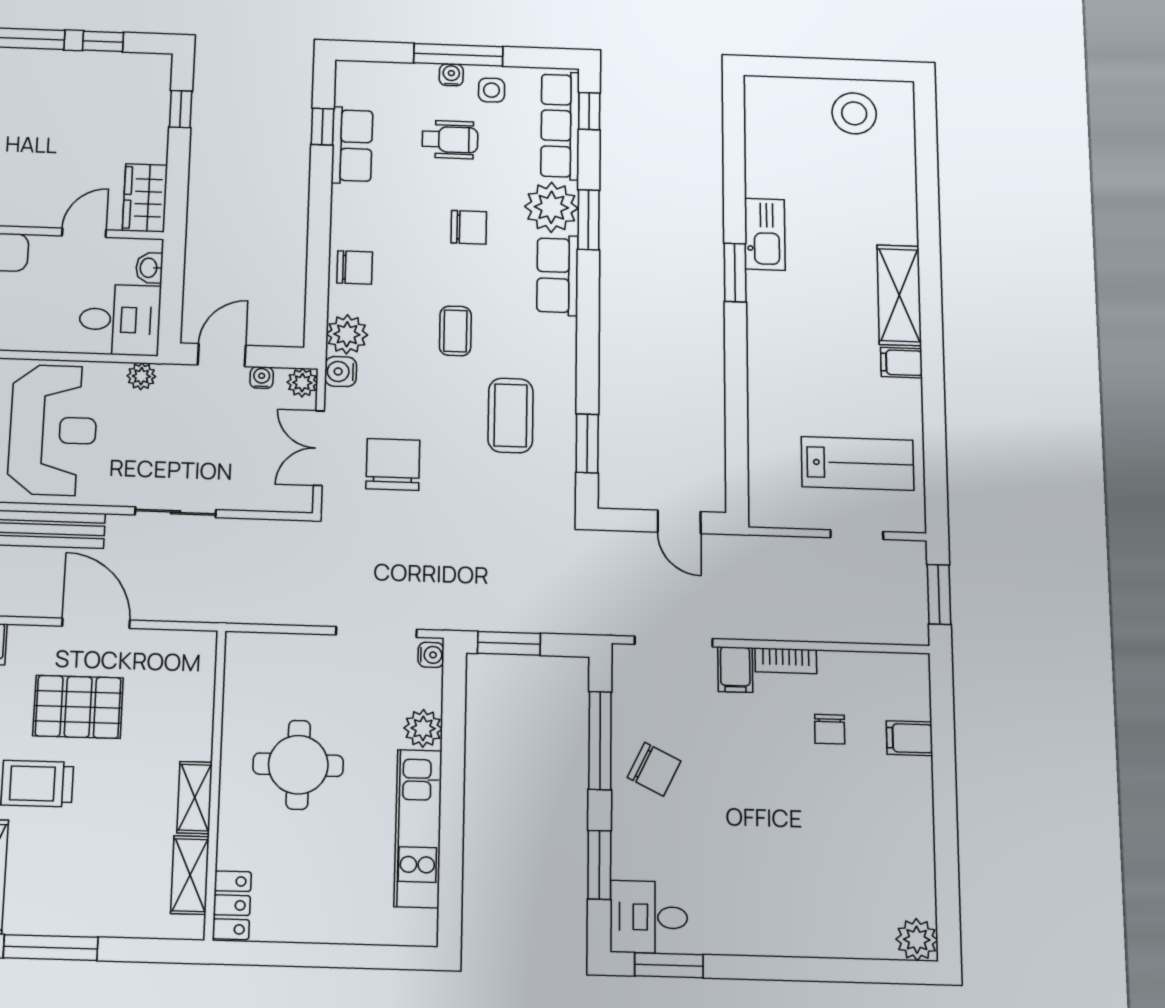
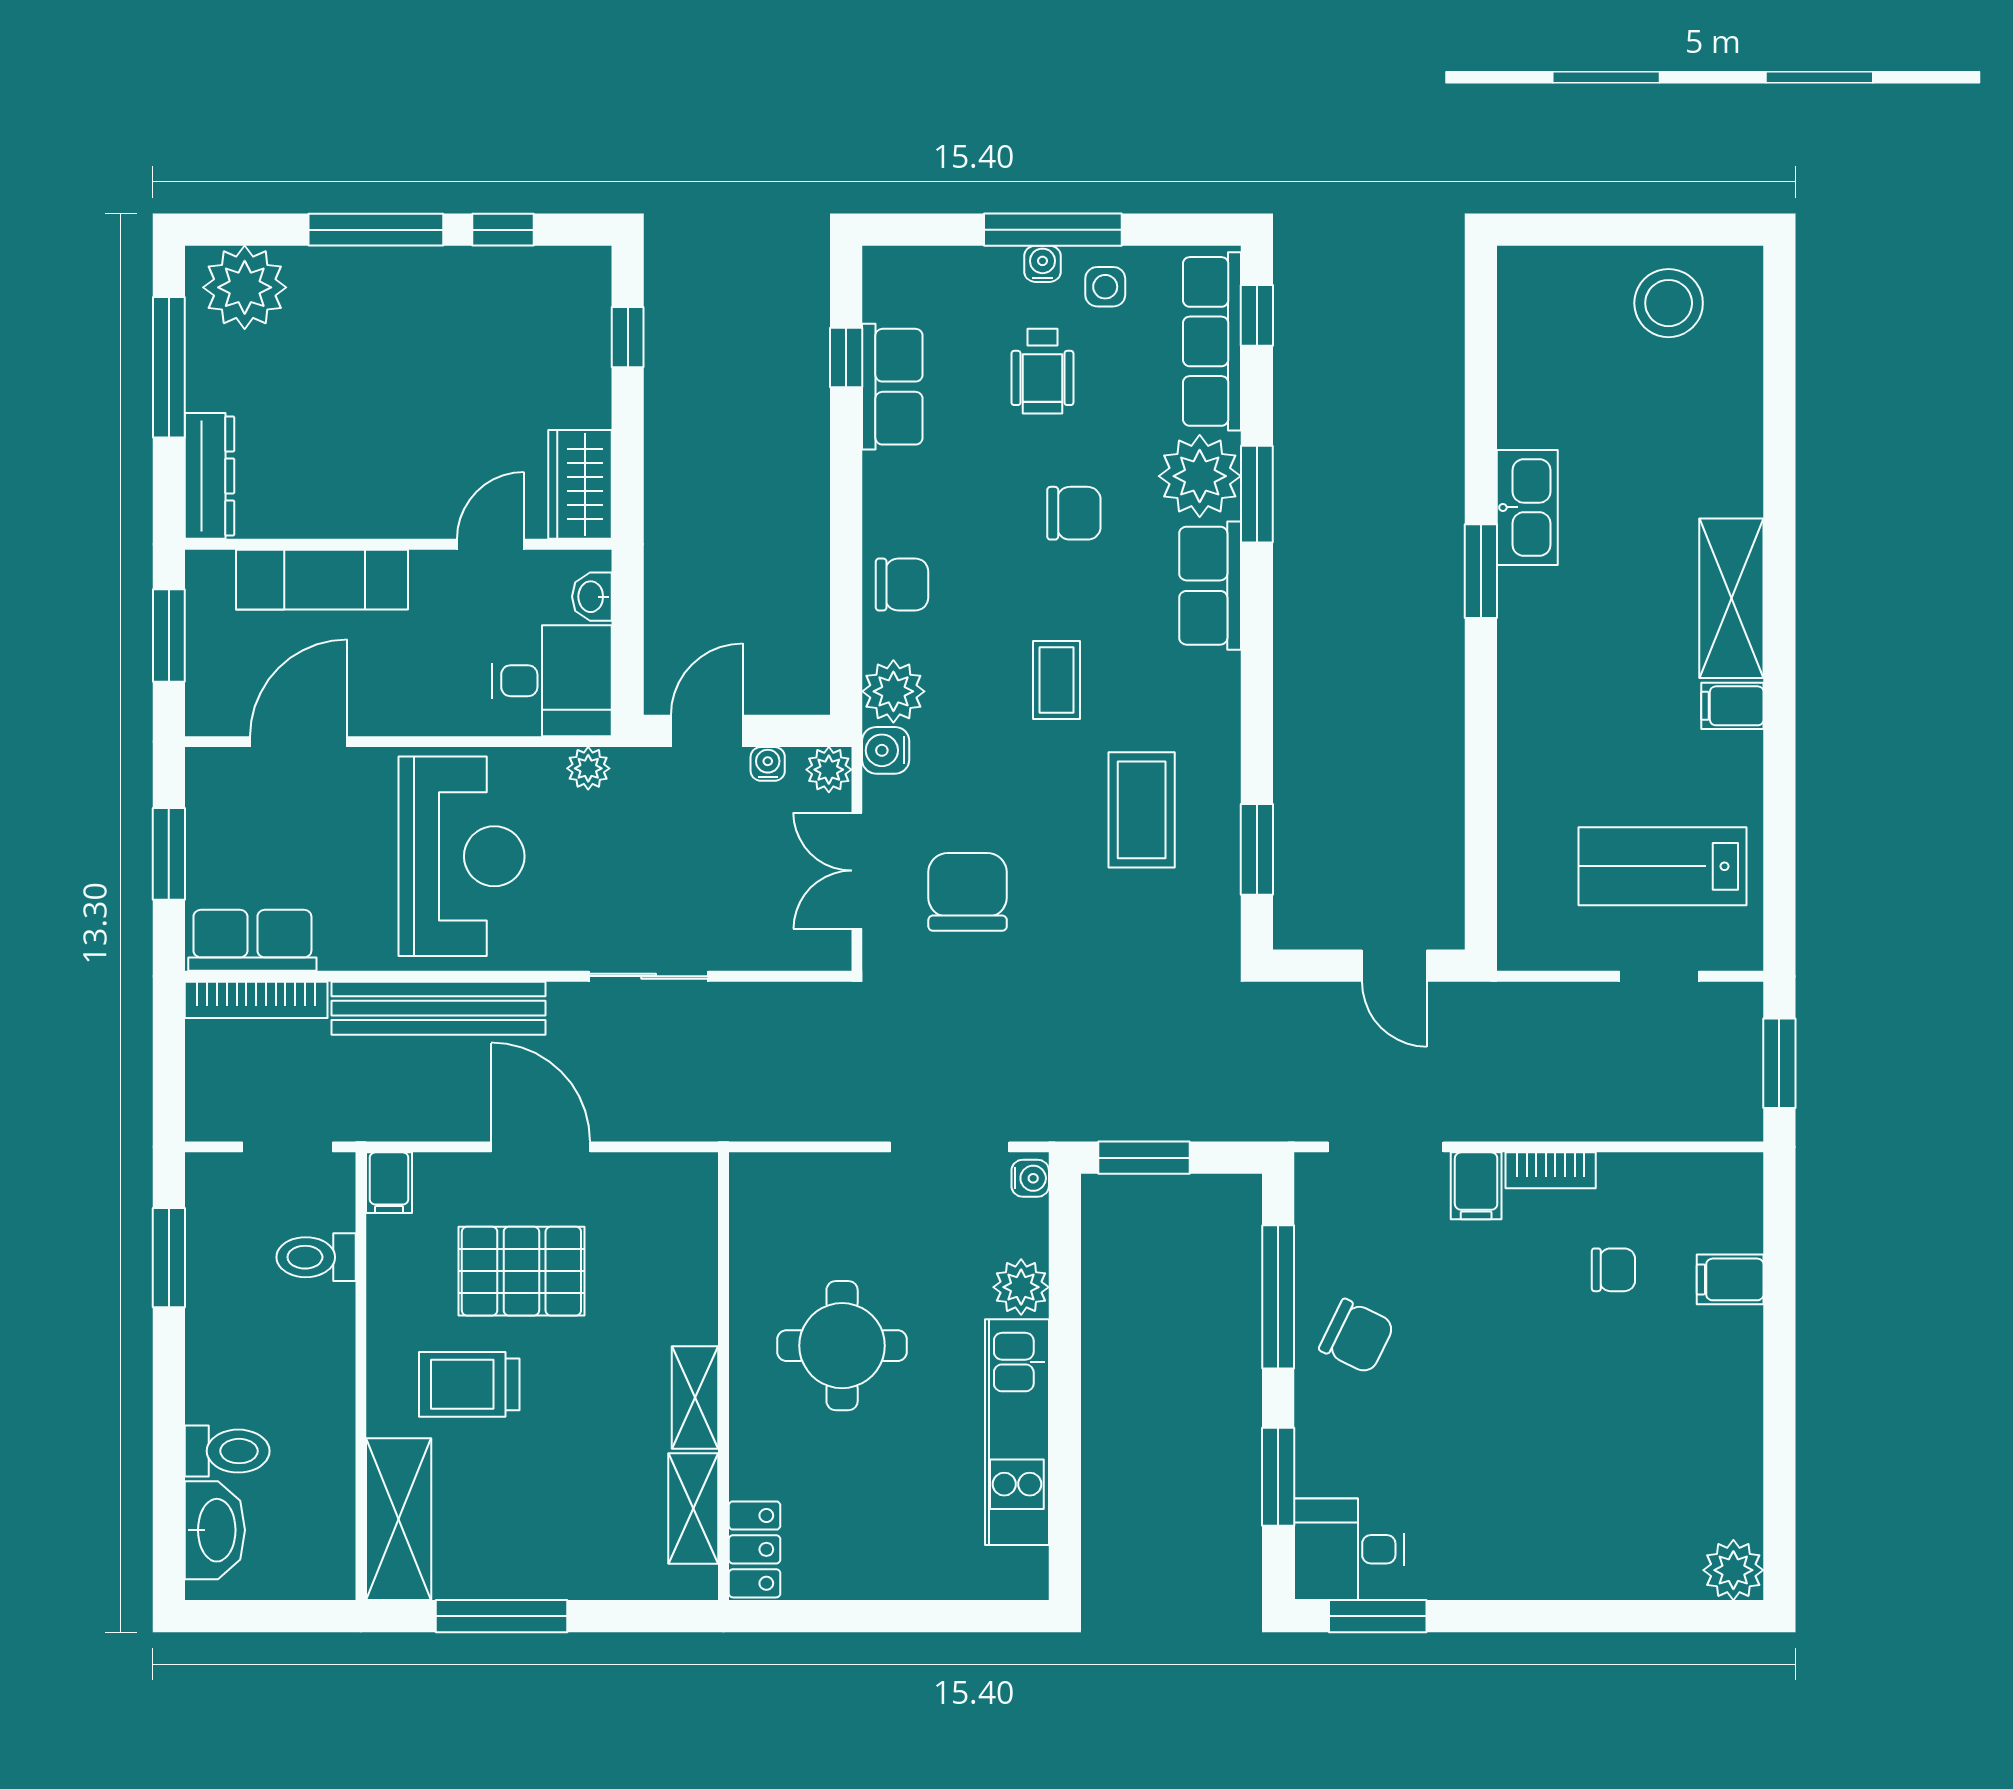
wheelchair: (450, 140) -> (1042, 371), turned 90
lab bench: (858, 463) -> (1662, 866), turned 180
chair: (830, 729) -> (1613, 1270), turned -90

